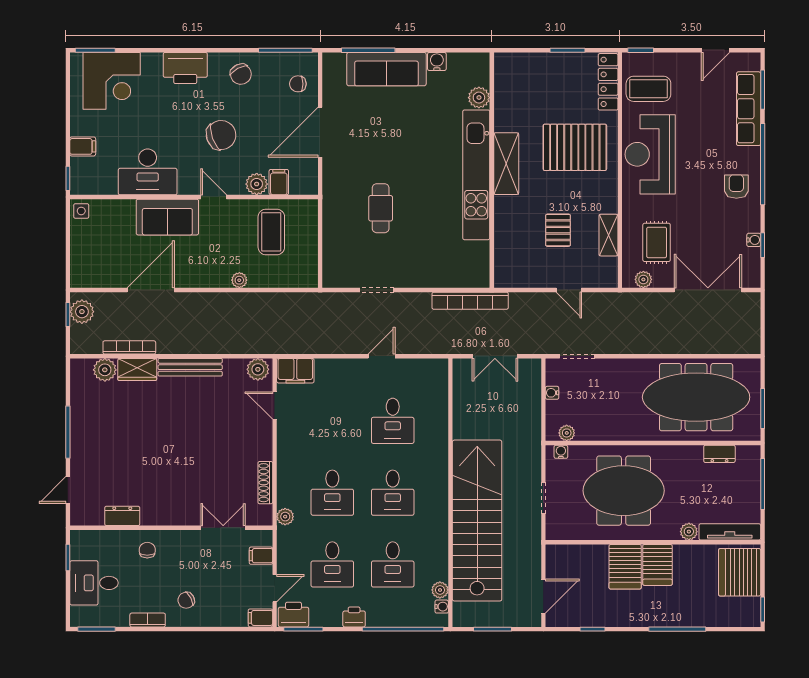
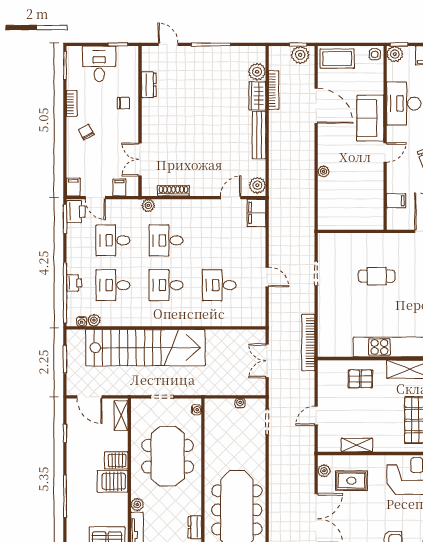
plant: (257, 184) -> (395, 54), moved
pallet: (558, 230) -> (360, 379), moved
coffee table: (271, 232) -> (337, 59), moved
plant: (567, 433) -> (210, 414), removed
double door: (223, 528) -> (140, 159), swing flipped
shelving: (569, 553) -> (121, 415), added
server rack: (625, 567) -> (116, 460), width x0.73, depth x0.70
printer: (354, 617) -> (74, 283), moved

